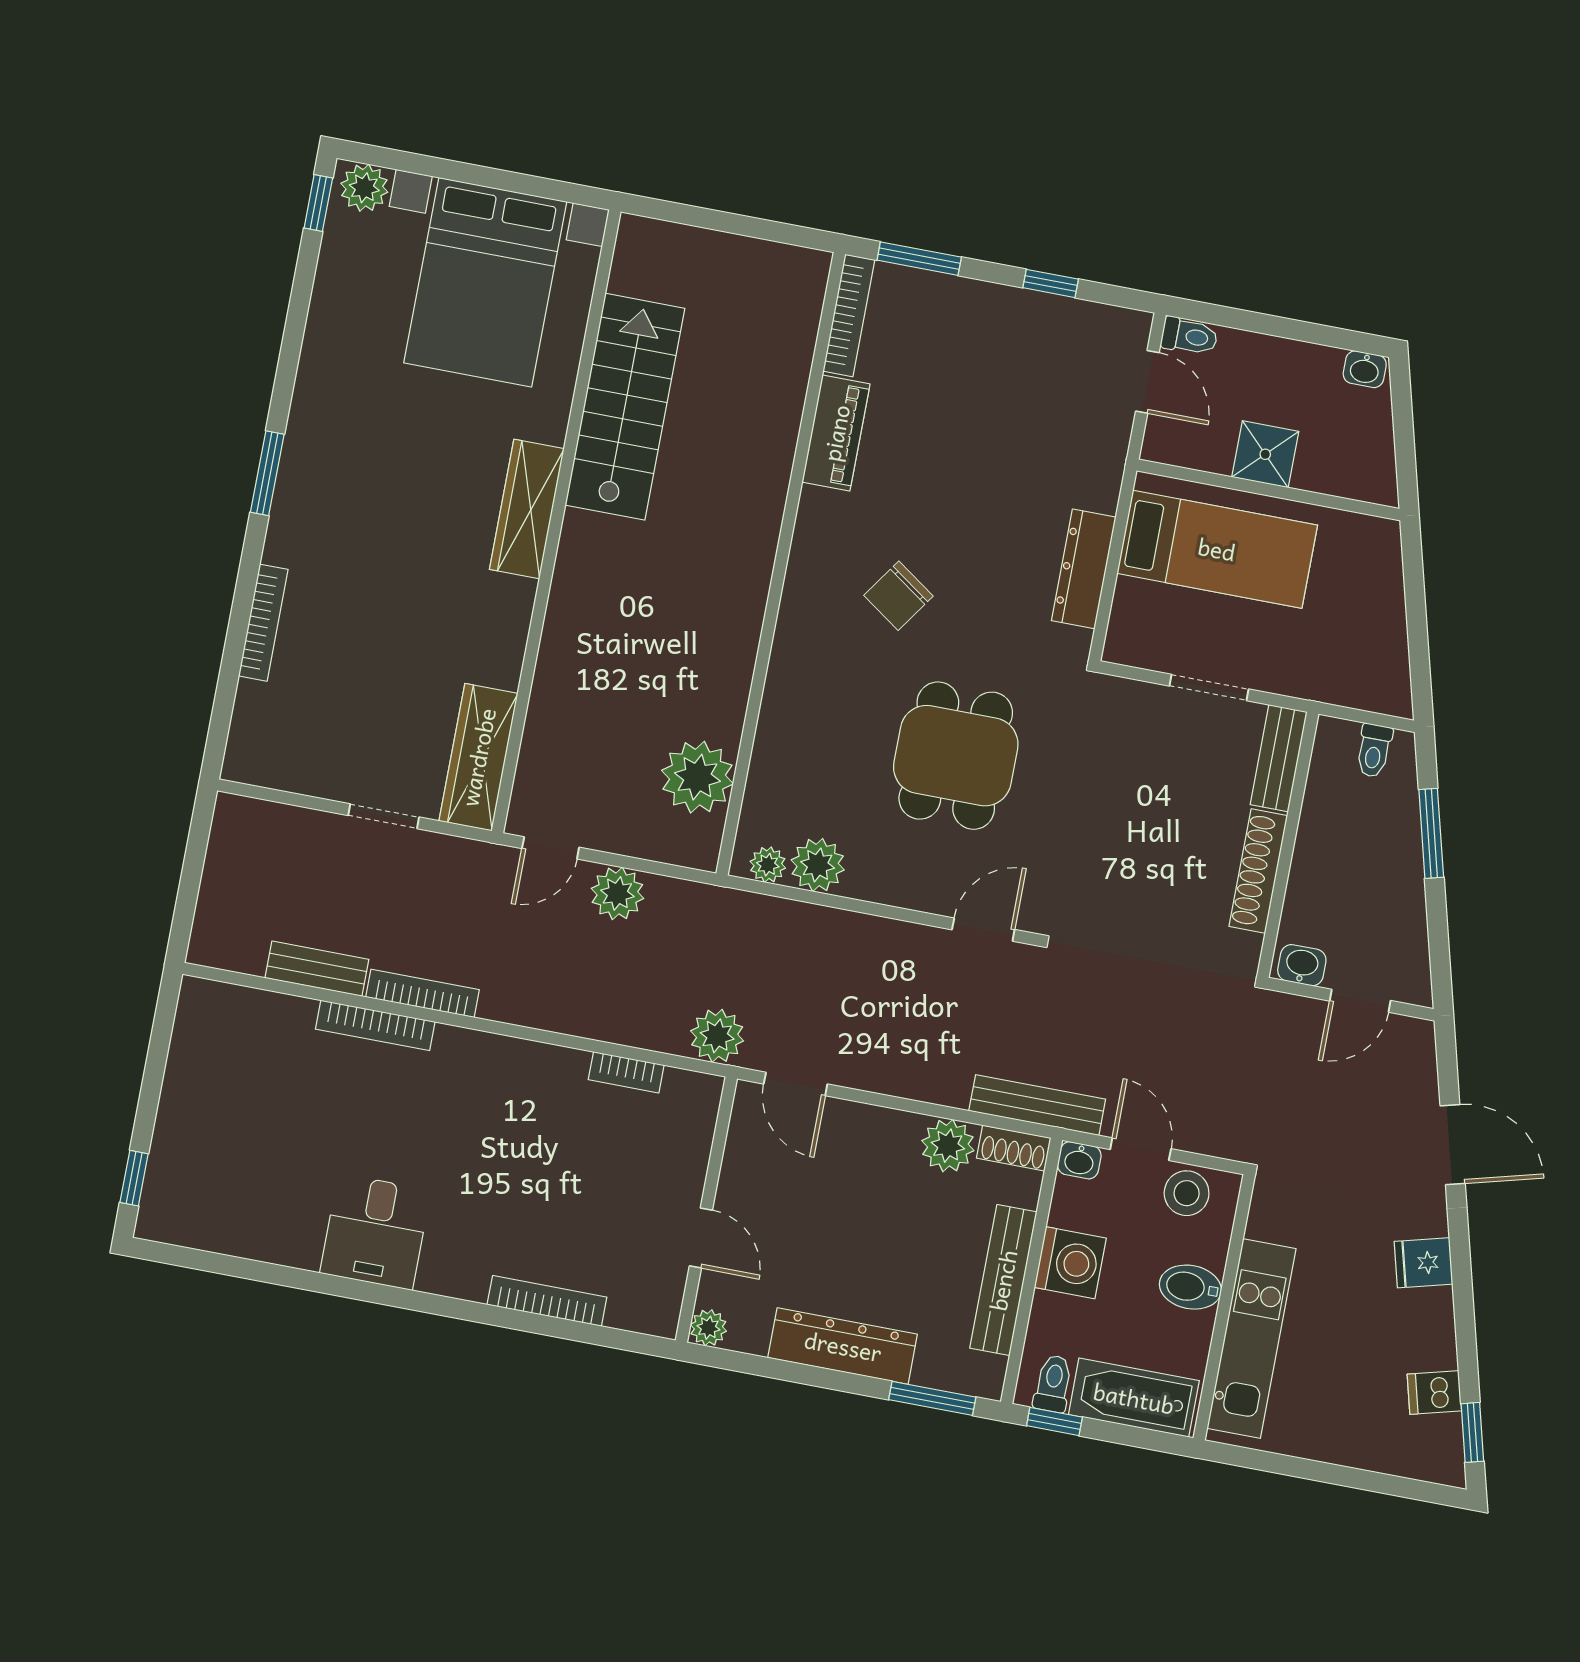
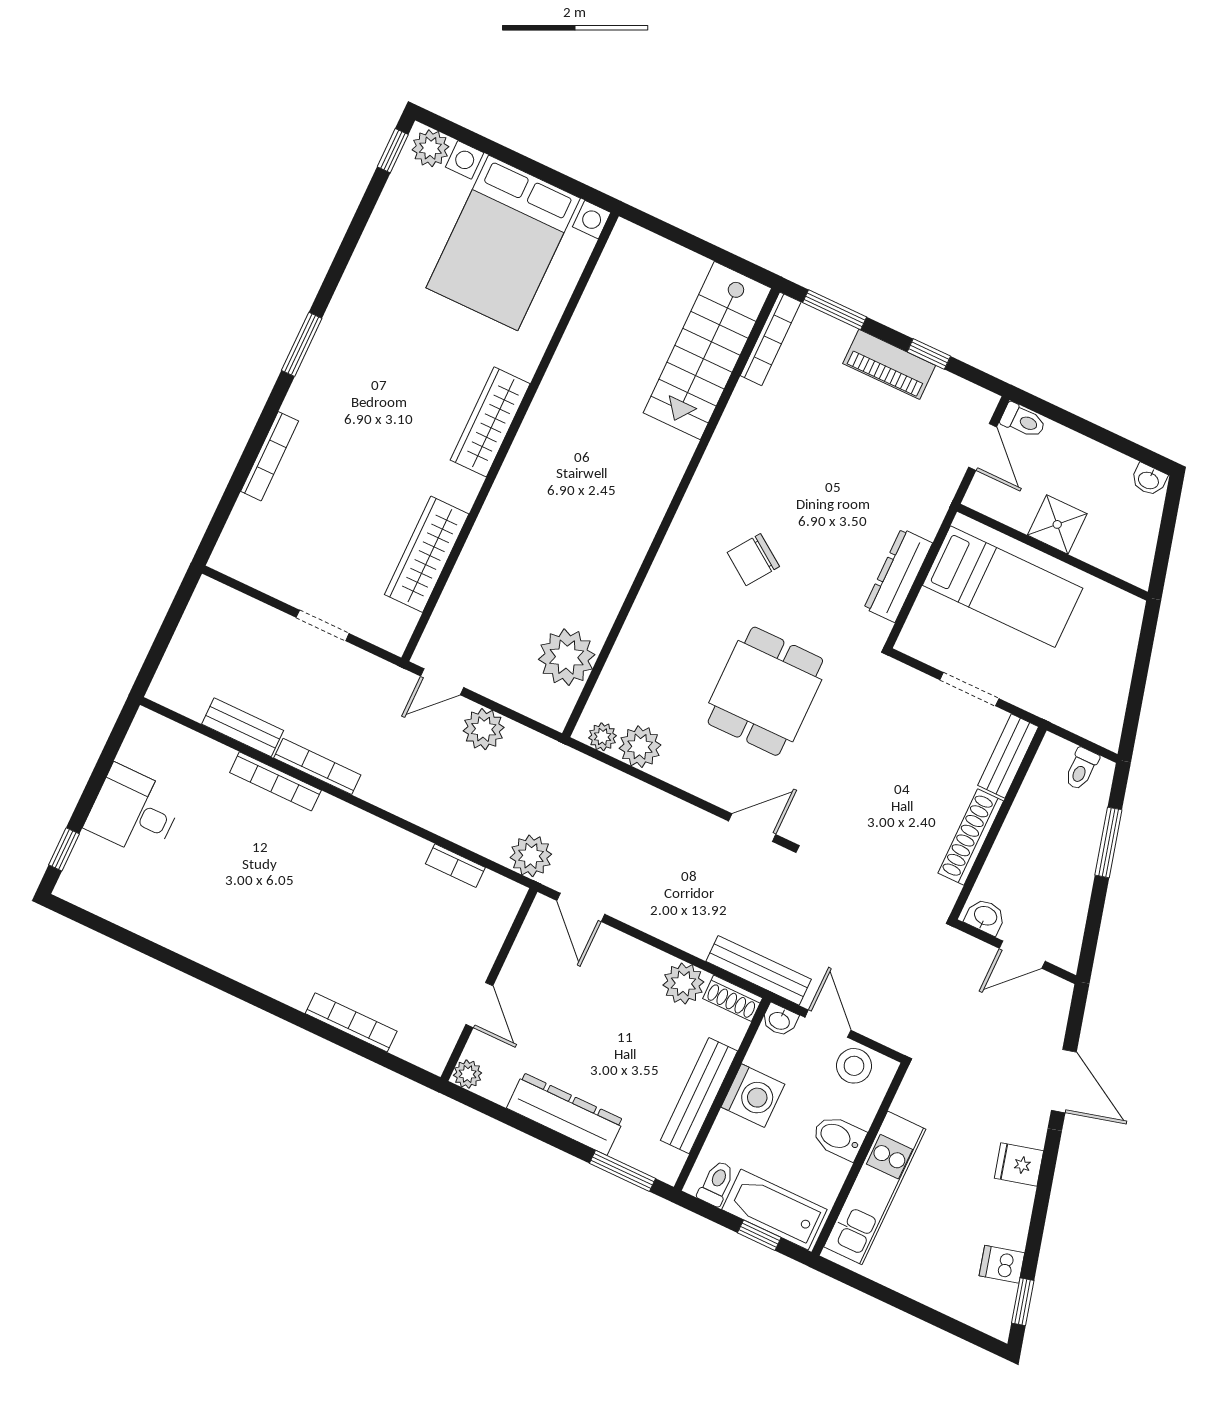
stairs: (625, 407) -> (707, 351), moved, turned 180
piano: (836, 433) -> (889, 364), moved, turned 90
wardrobe: (478, 757) -> (427, 554), moved
desk: (375, 1232) -> (134, 811), moved, turned 90
window: (1054, 1421) -> (759, 1235), moved

